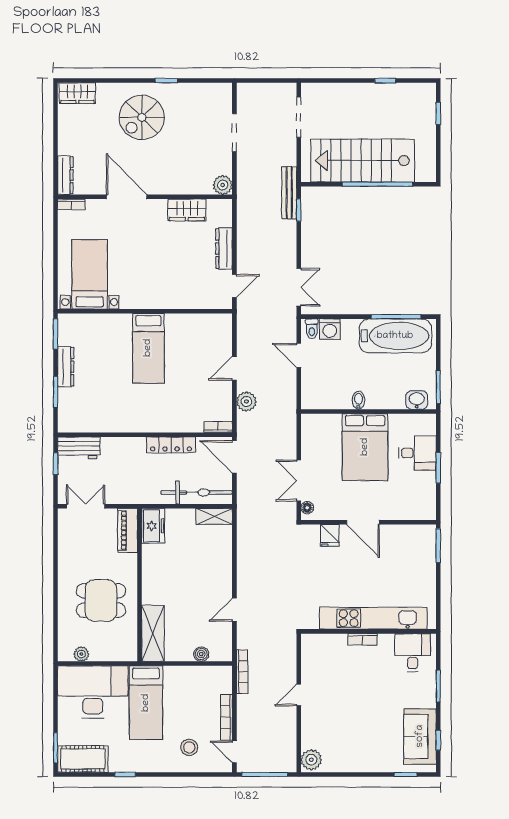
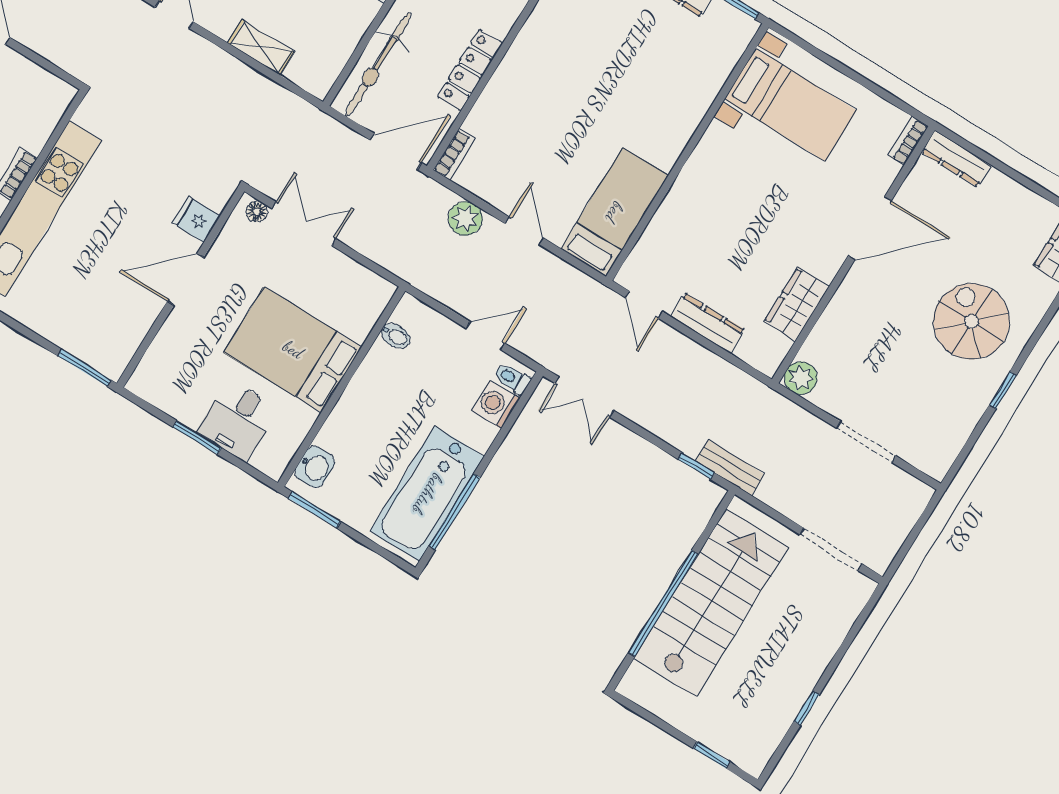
bench: (289, 193) -> (730, 468), width x0.73
bed: (148, 348) -> (614, 212), moved, turned 90
bidet: (358, 400) -> (395, 336), moved
shelving: (214, 516) -> (261, 47), moved, turned 90

